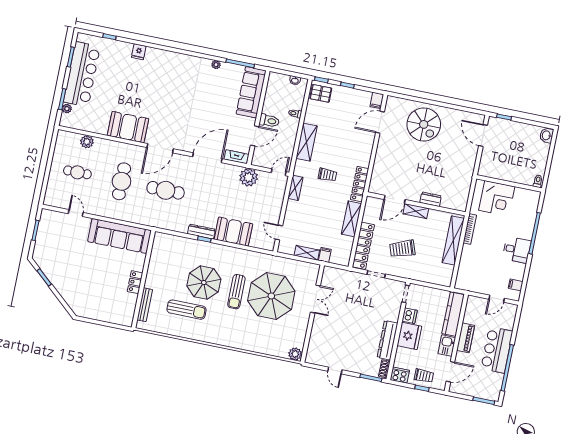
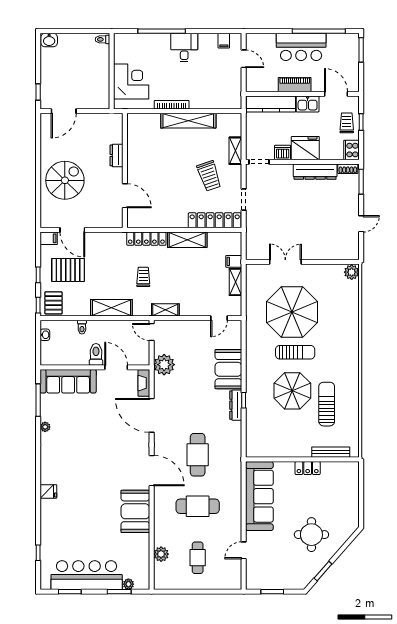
fridge: (139, 52) -> (48, 491), moved
pallet: (346, 112) -> (68, 270), added
door: (395, 199) -> (125, 196), moved
dresser: (431, 199) -> (116, 155), moved
wall: (416, 204) -> (125, 171), moved
shelving: (416, 211) -> (235, 151), moved
round table: (77, 274) -> (311, 535), added

